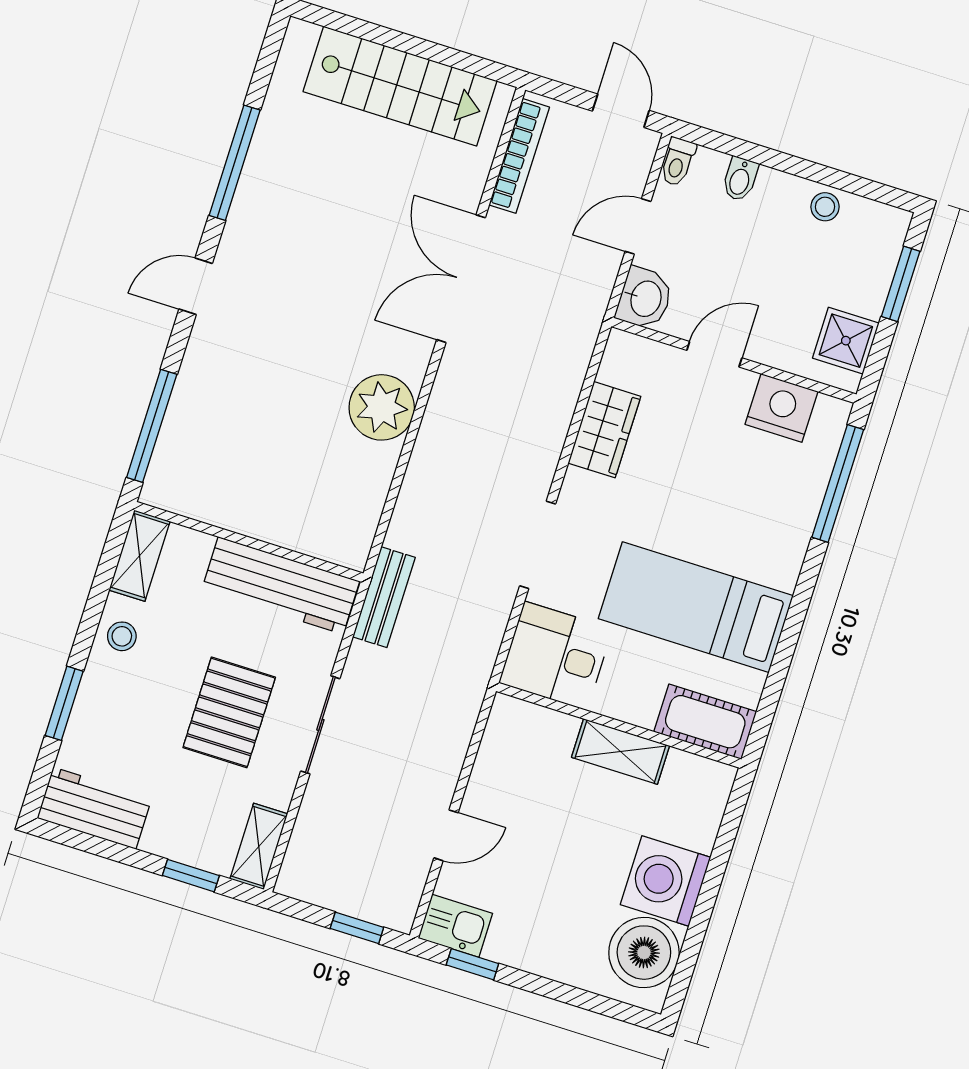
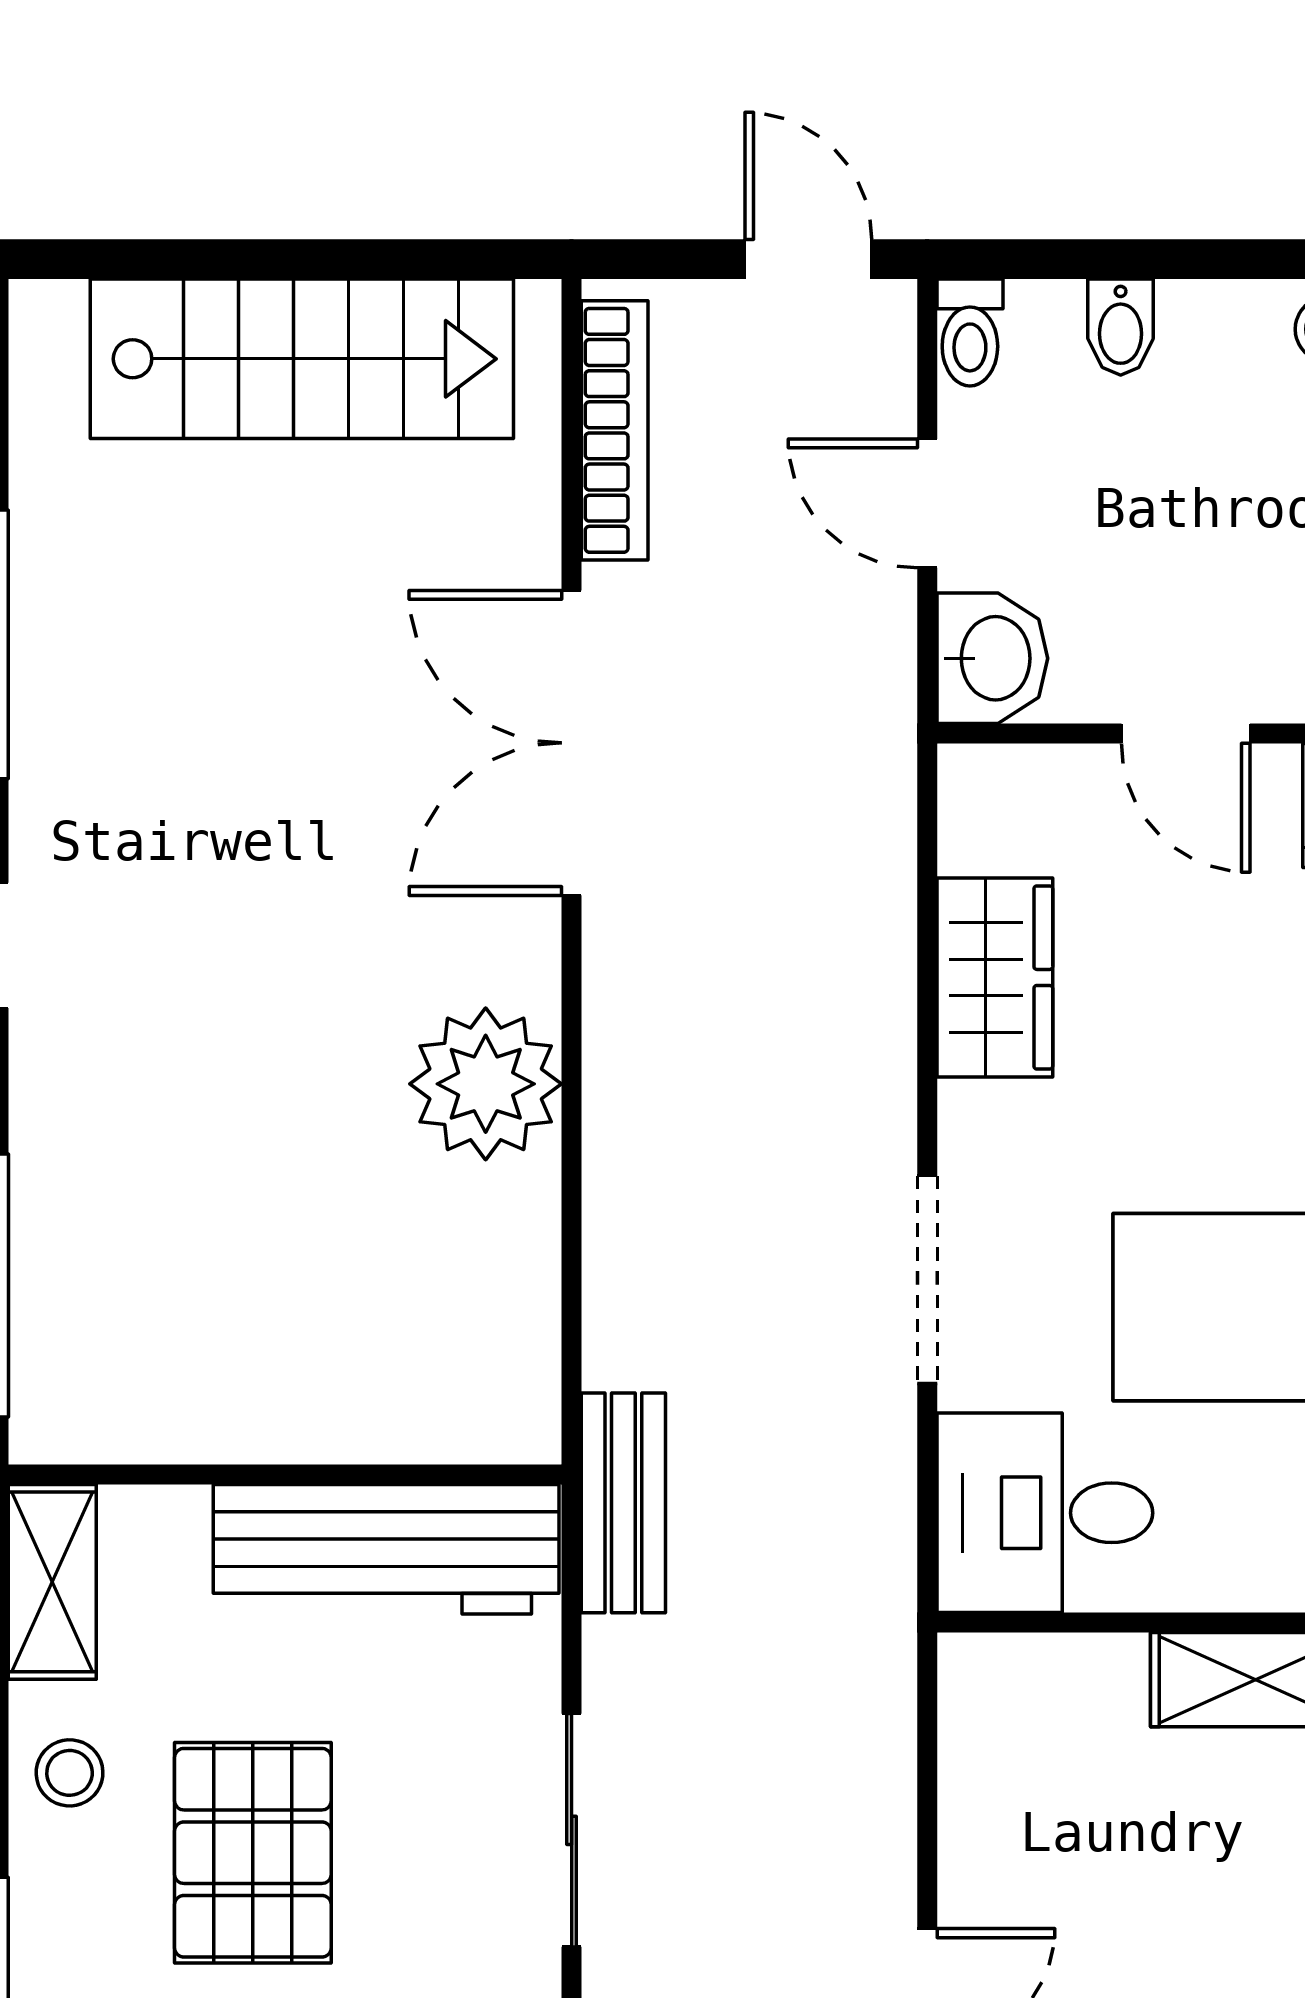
door: (638, 226) -> (927, 503), hinge flipped
door: (714, 354) -> (1186, 733), swing flipped
pallet: (229, 712) -> (253, 1853), moved

